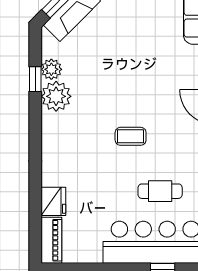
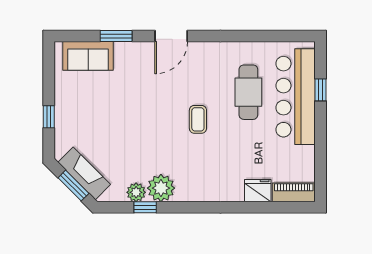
cafe table: (160, 191) -> (248, 92), width x1.37, depth x1.35

